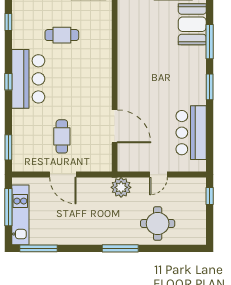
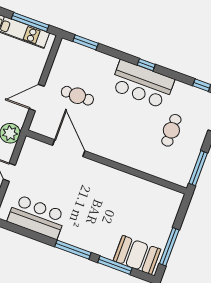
window: (210, 87) -> (73, 250), width x1.44
door: (115, 126) -> (69, 148), swing flipped
door: (63, 174) -> (37, 98), moved

